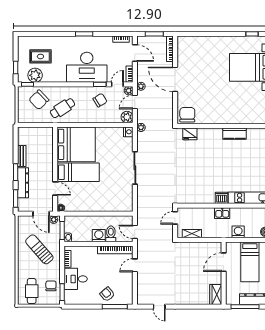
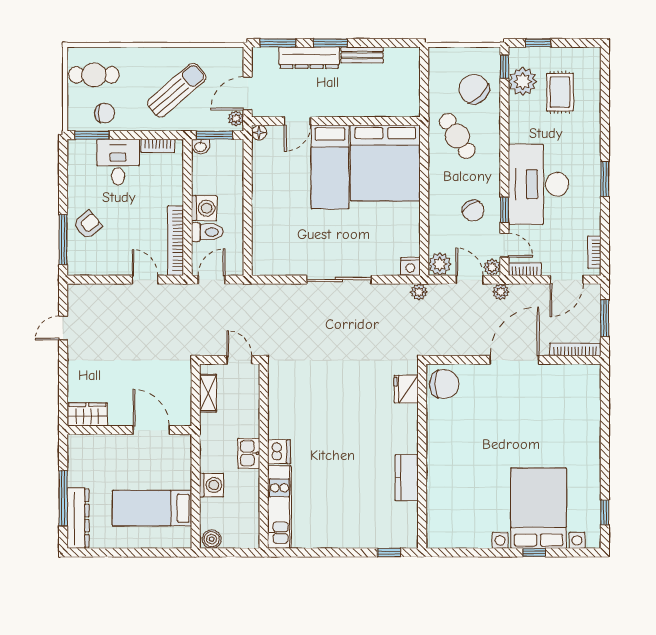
door: (224, 262) -> (151, 430), moved
wall: (224, 273) -> (129, 430), moved
wardrobe: (216, 294) -> (87, 414), moved

